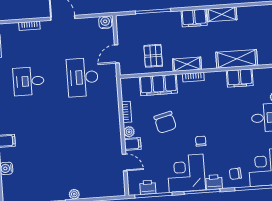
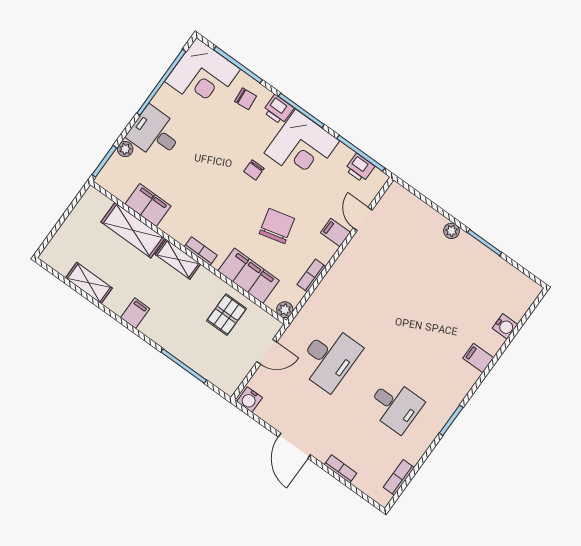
shelving: (222, 14) -> (89, 283), moved
filing cabinet: (194, 18) -> (135, 313), width x0.50
shelving: (187, 64) -> (178, 259), moved
plant: (129, 132) -> (285, 310), moved

